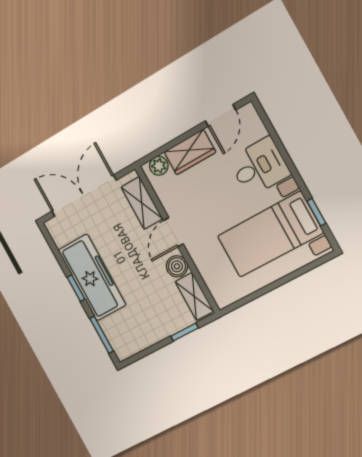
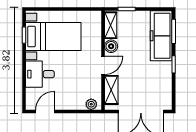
wardrobe: (190, 152) -> (71, 102), removed
freezer: (92, 277) -> (161, 36), moved

